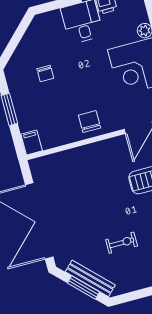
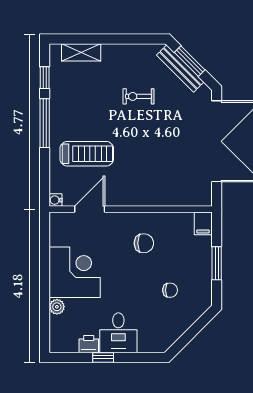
chair: (45, 73) -> (170, 290), turned 90
chair: (90, 122) -> (144, 243), moved, turned -90

